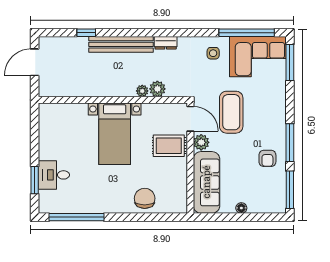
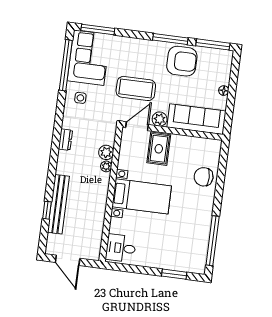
bench: (121, 44) -> (58, 204), moved
armchair: (267, 158) -> (182, 61), width x1.88, depth x1.88
desk: (54, 175) -> (121, 248), moved, turned 90

